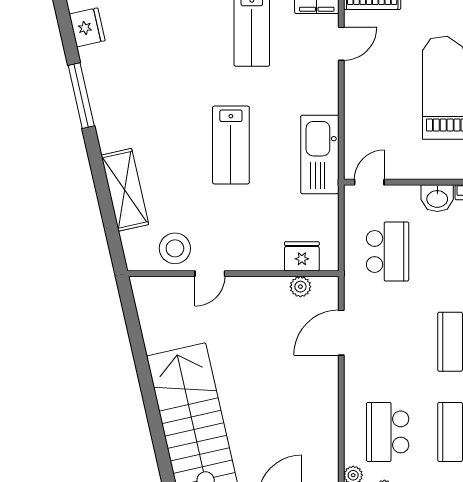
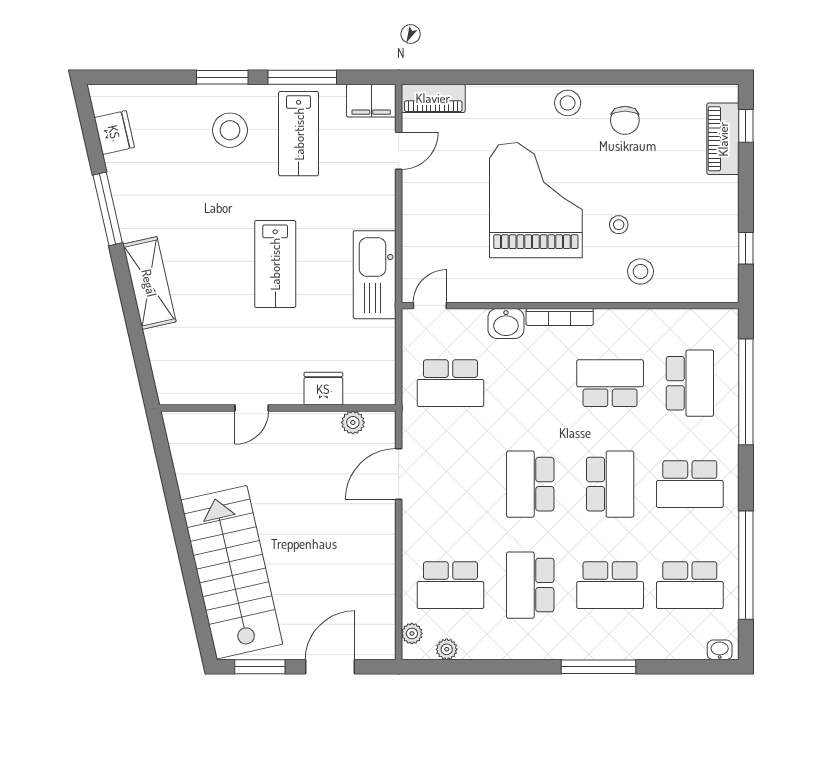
shelving: (125, 190) -> (149, 283), moved
stool: (175, 248) -> (230, 130), moved
school desk: (388, 251) -> (450, 383), turned 90
fridge: (302, 256) -> (323, 389), moved
school desk: (388, 432) -> (450, 585), turned -90

